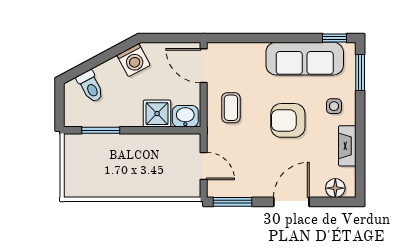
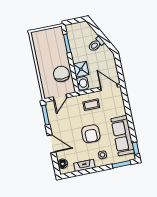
washing machine: (133, 60) -> (105, 52), removed
door: (204, 66) -> (109, 87), hinge flipped
toilet: (90, 86) -> (96, 44), moved
armchair: (288, 120) -> (91, 134), turned 180
chair: (158, 154) -> (61, 74), added

